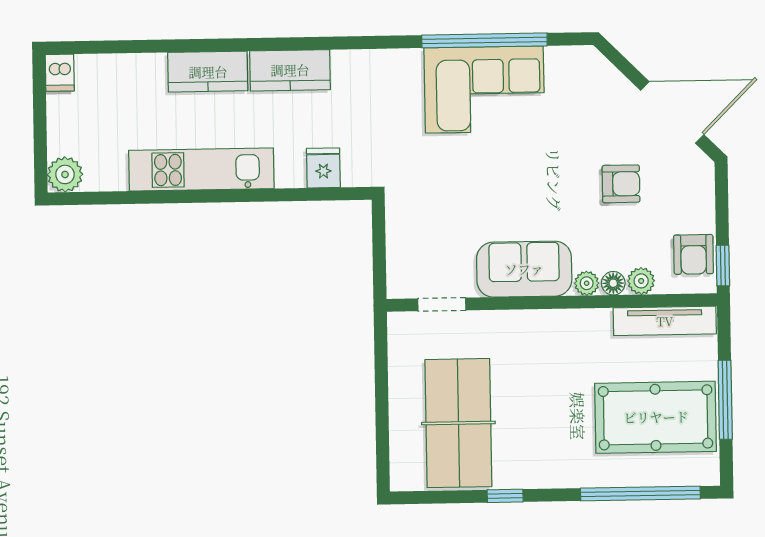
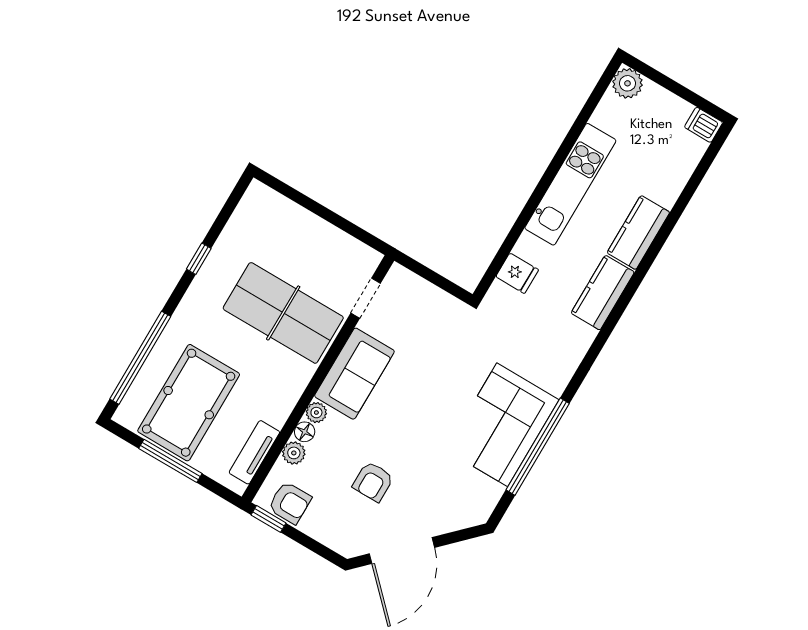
armchair: (694, 254) -> (290, 503), turned 180
tv unit: (665, 321) -> (254, 452), width x0.71
table tennis table: (458, 423) -> (283, 313), moved

